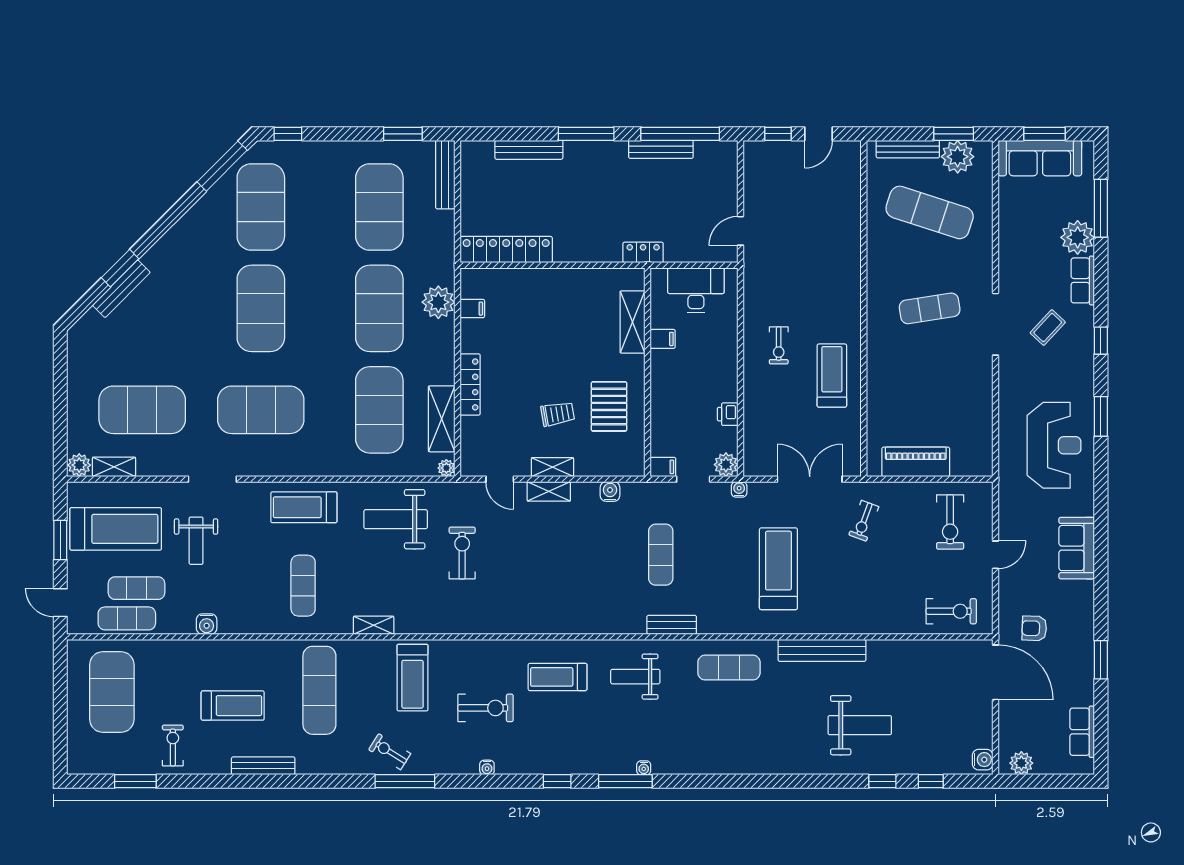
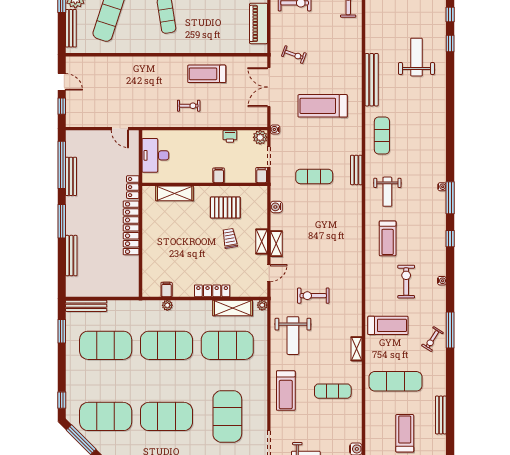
locker: (506, 250) -> (131, 228), moved
plant: (438, 302) -> (167, 305), width x0.53, depth x0.53
filing cabinet: (663, 339) -> (219, 175), moved

